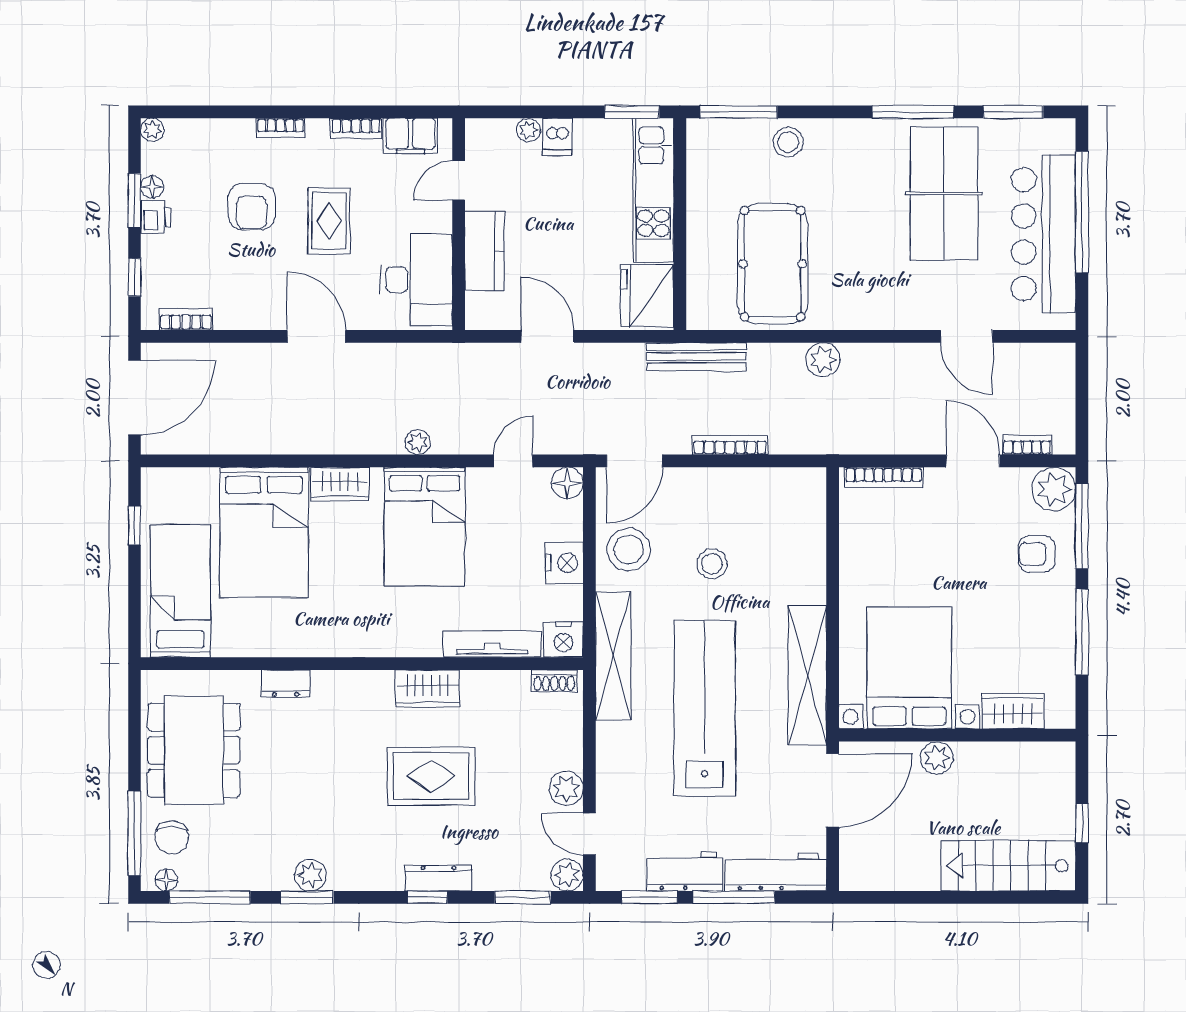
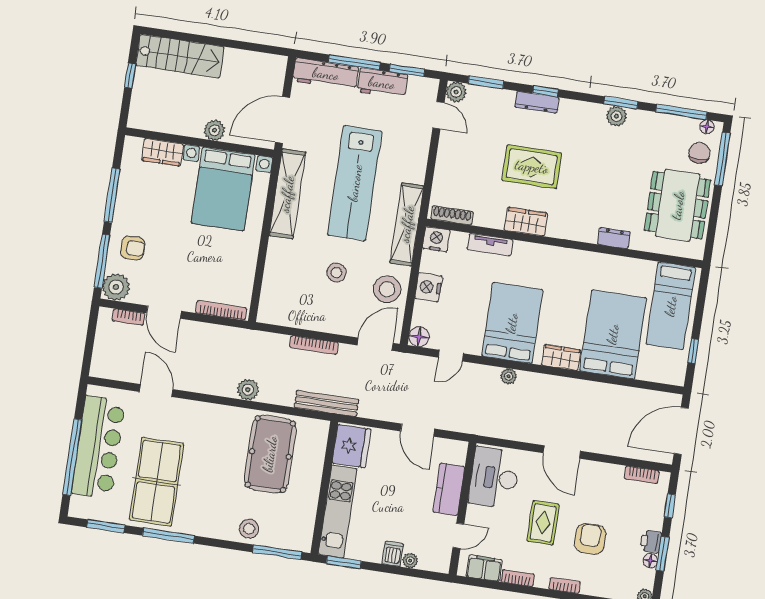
tv unit: (492, 644) -> (490, 245), width x0.71
shoe rack: (554, 681) -> (452, 215), width x1.43
plant: (566, 788) -> (449, 146), removed

